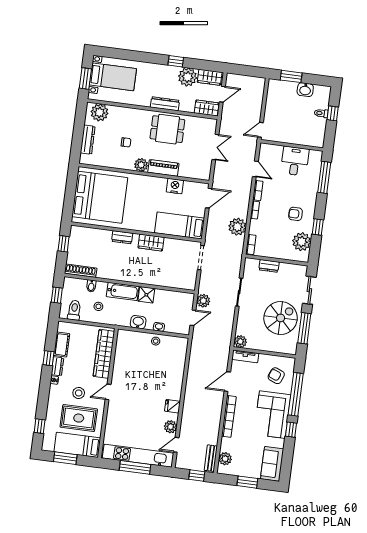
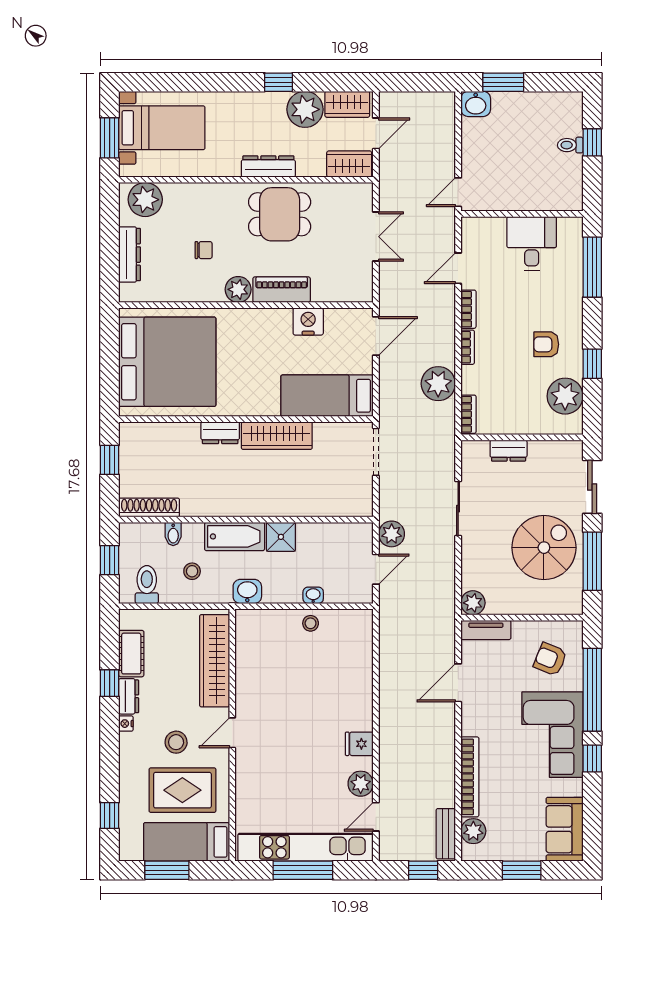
washbasin: (305, 90) -> (476, 104), moved
door: (255, 169) -> (458, 268), swing flipped
wardrobe: (151, 243) -> (277, 436), width x1.50
washbasin: (138, 322) -> (247, 591), moved
bookcase: (229, 416) -> (470, 777), moved

